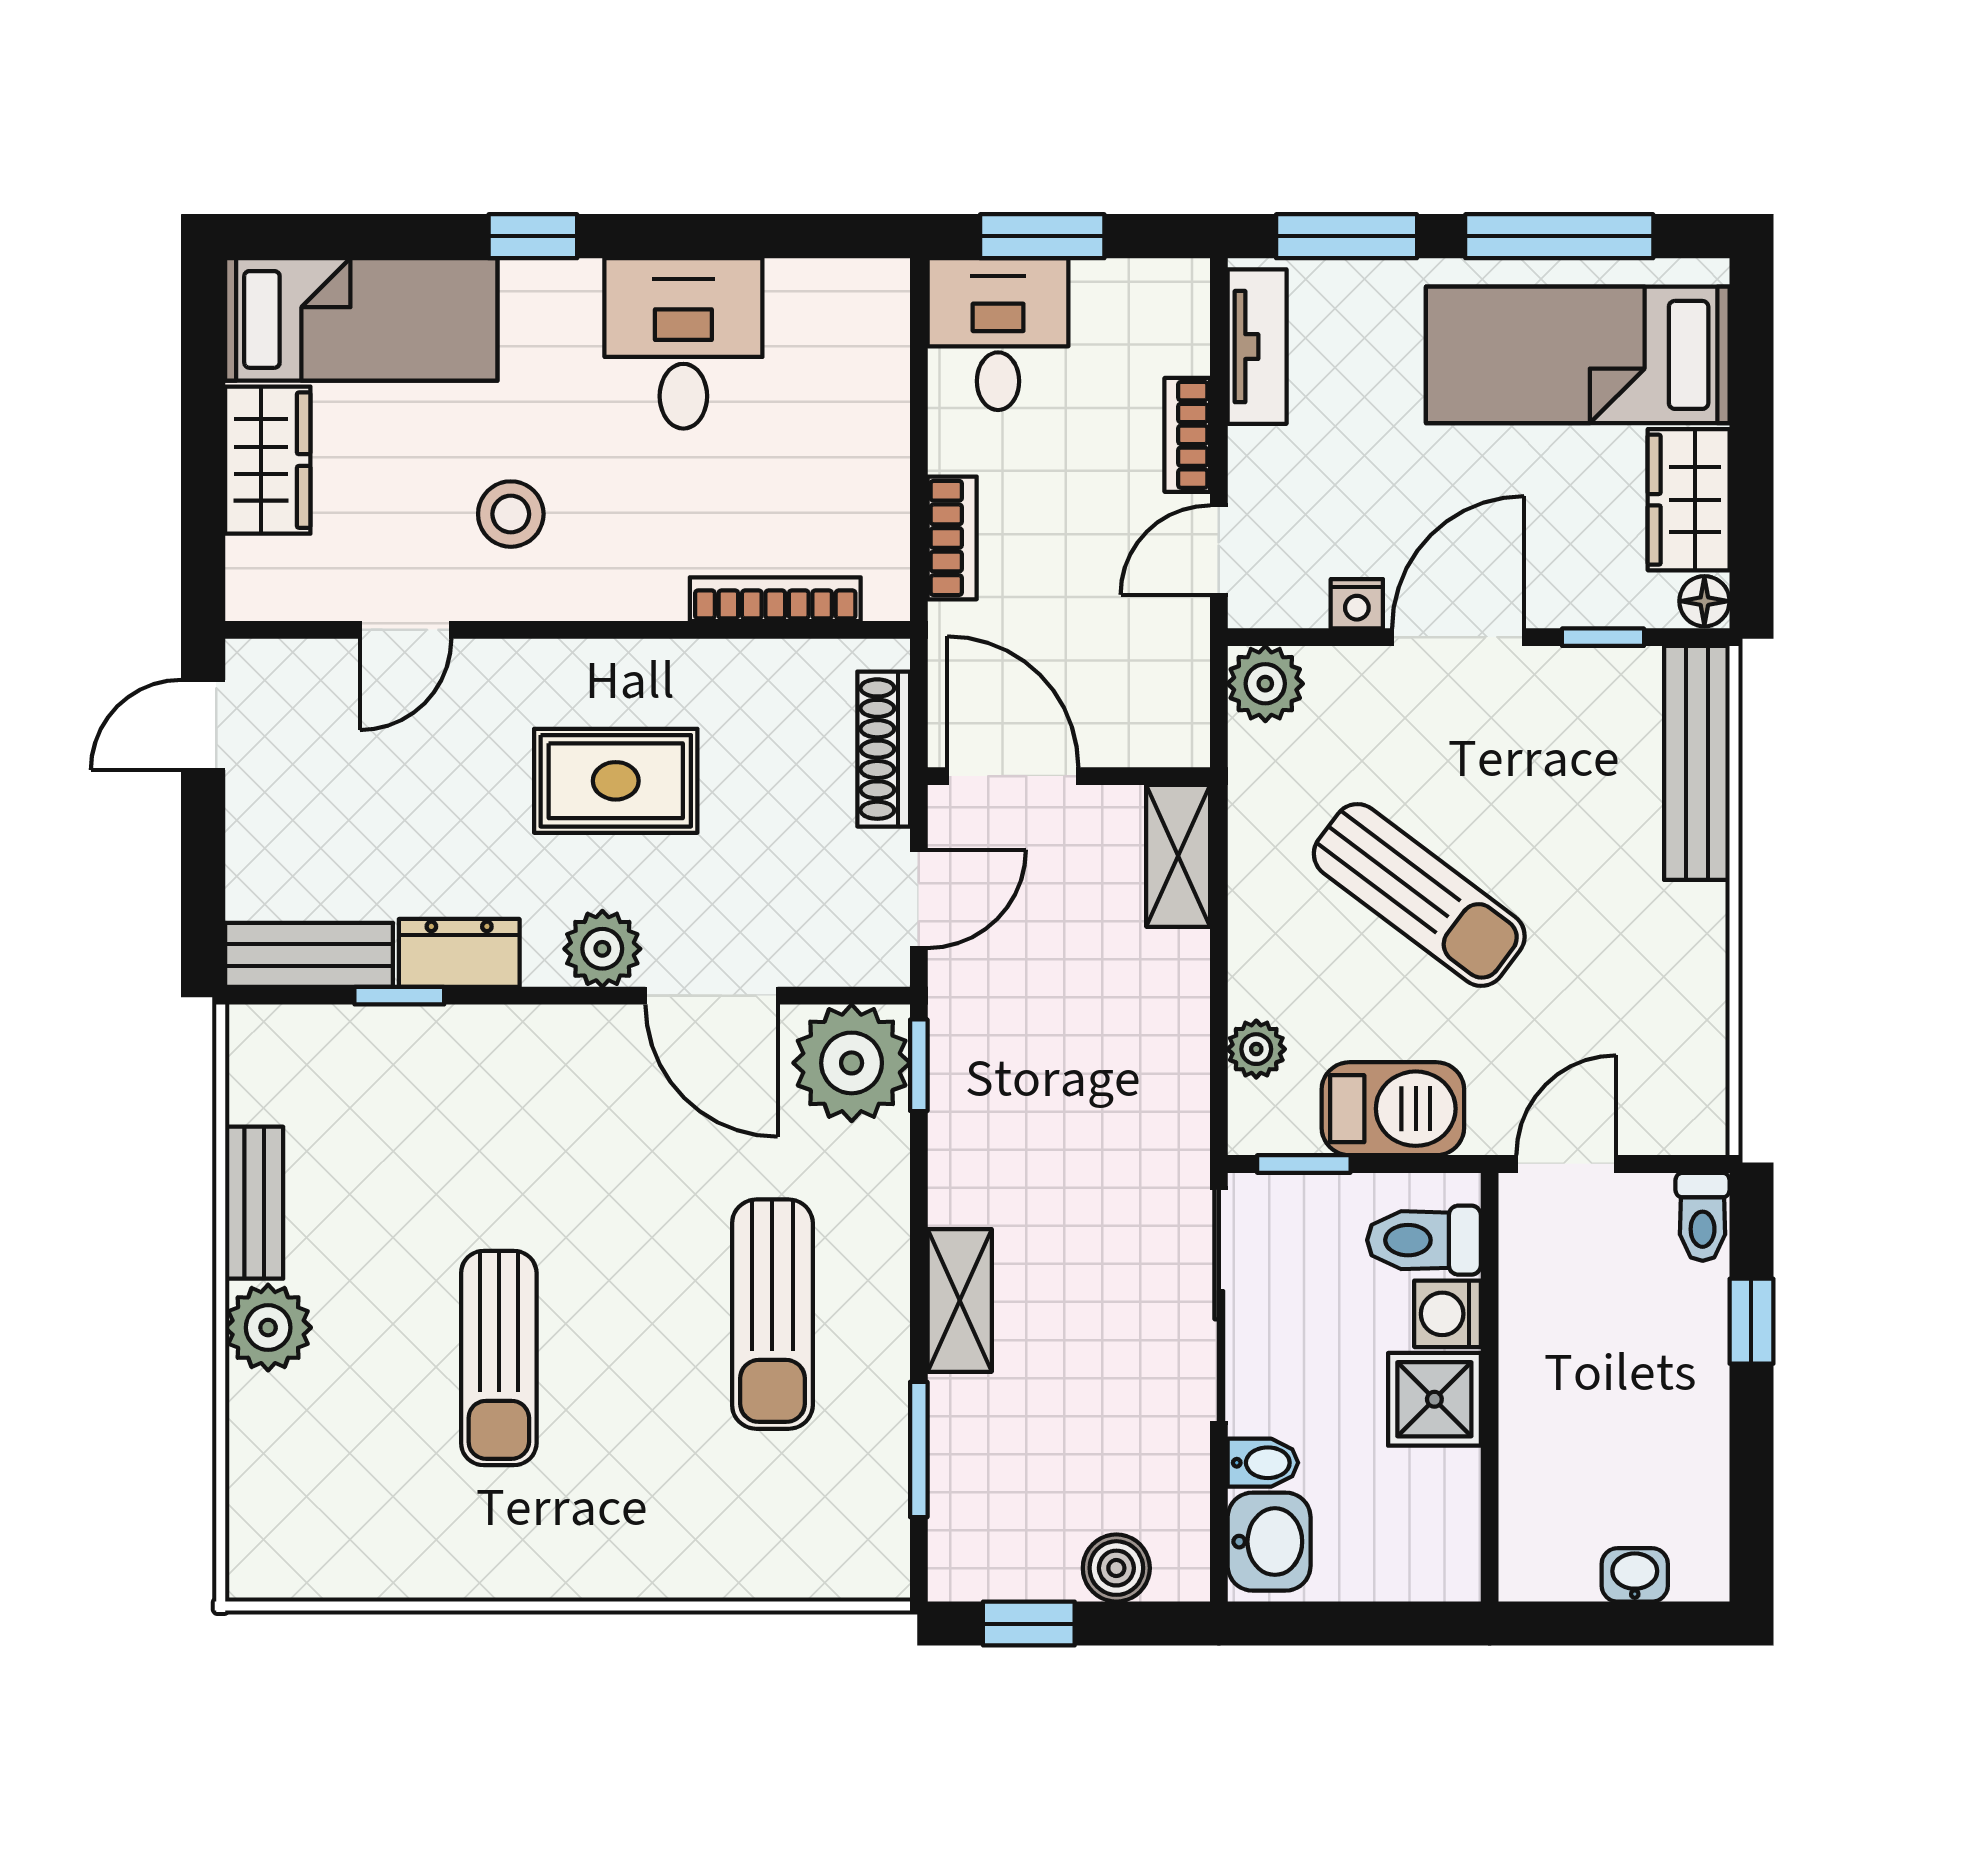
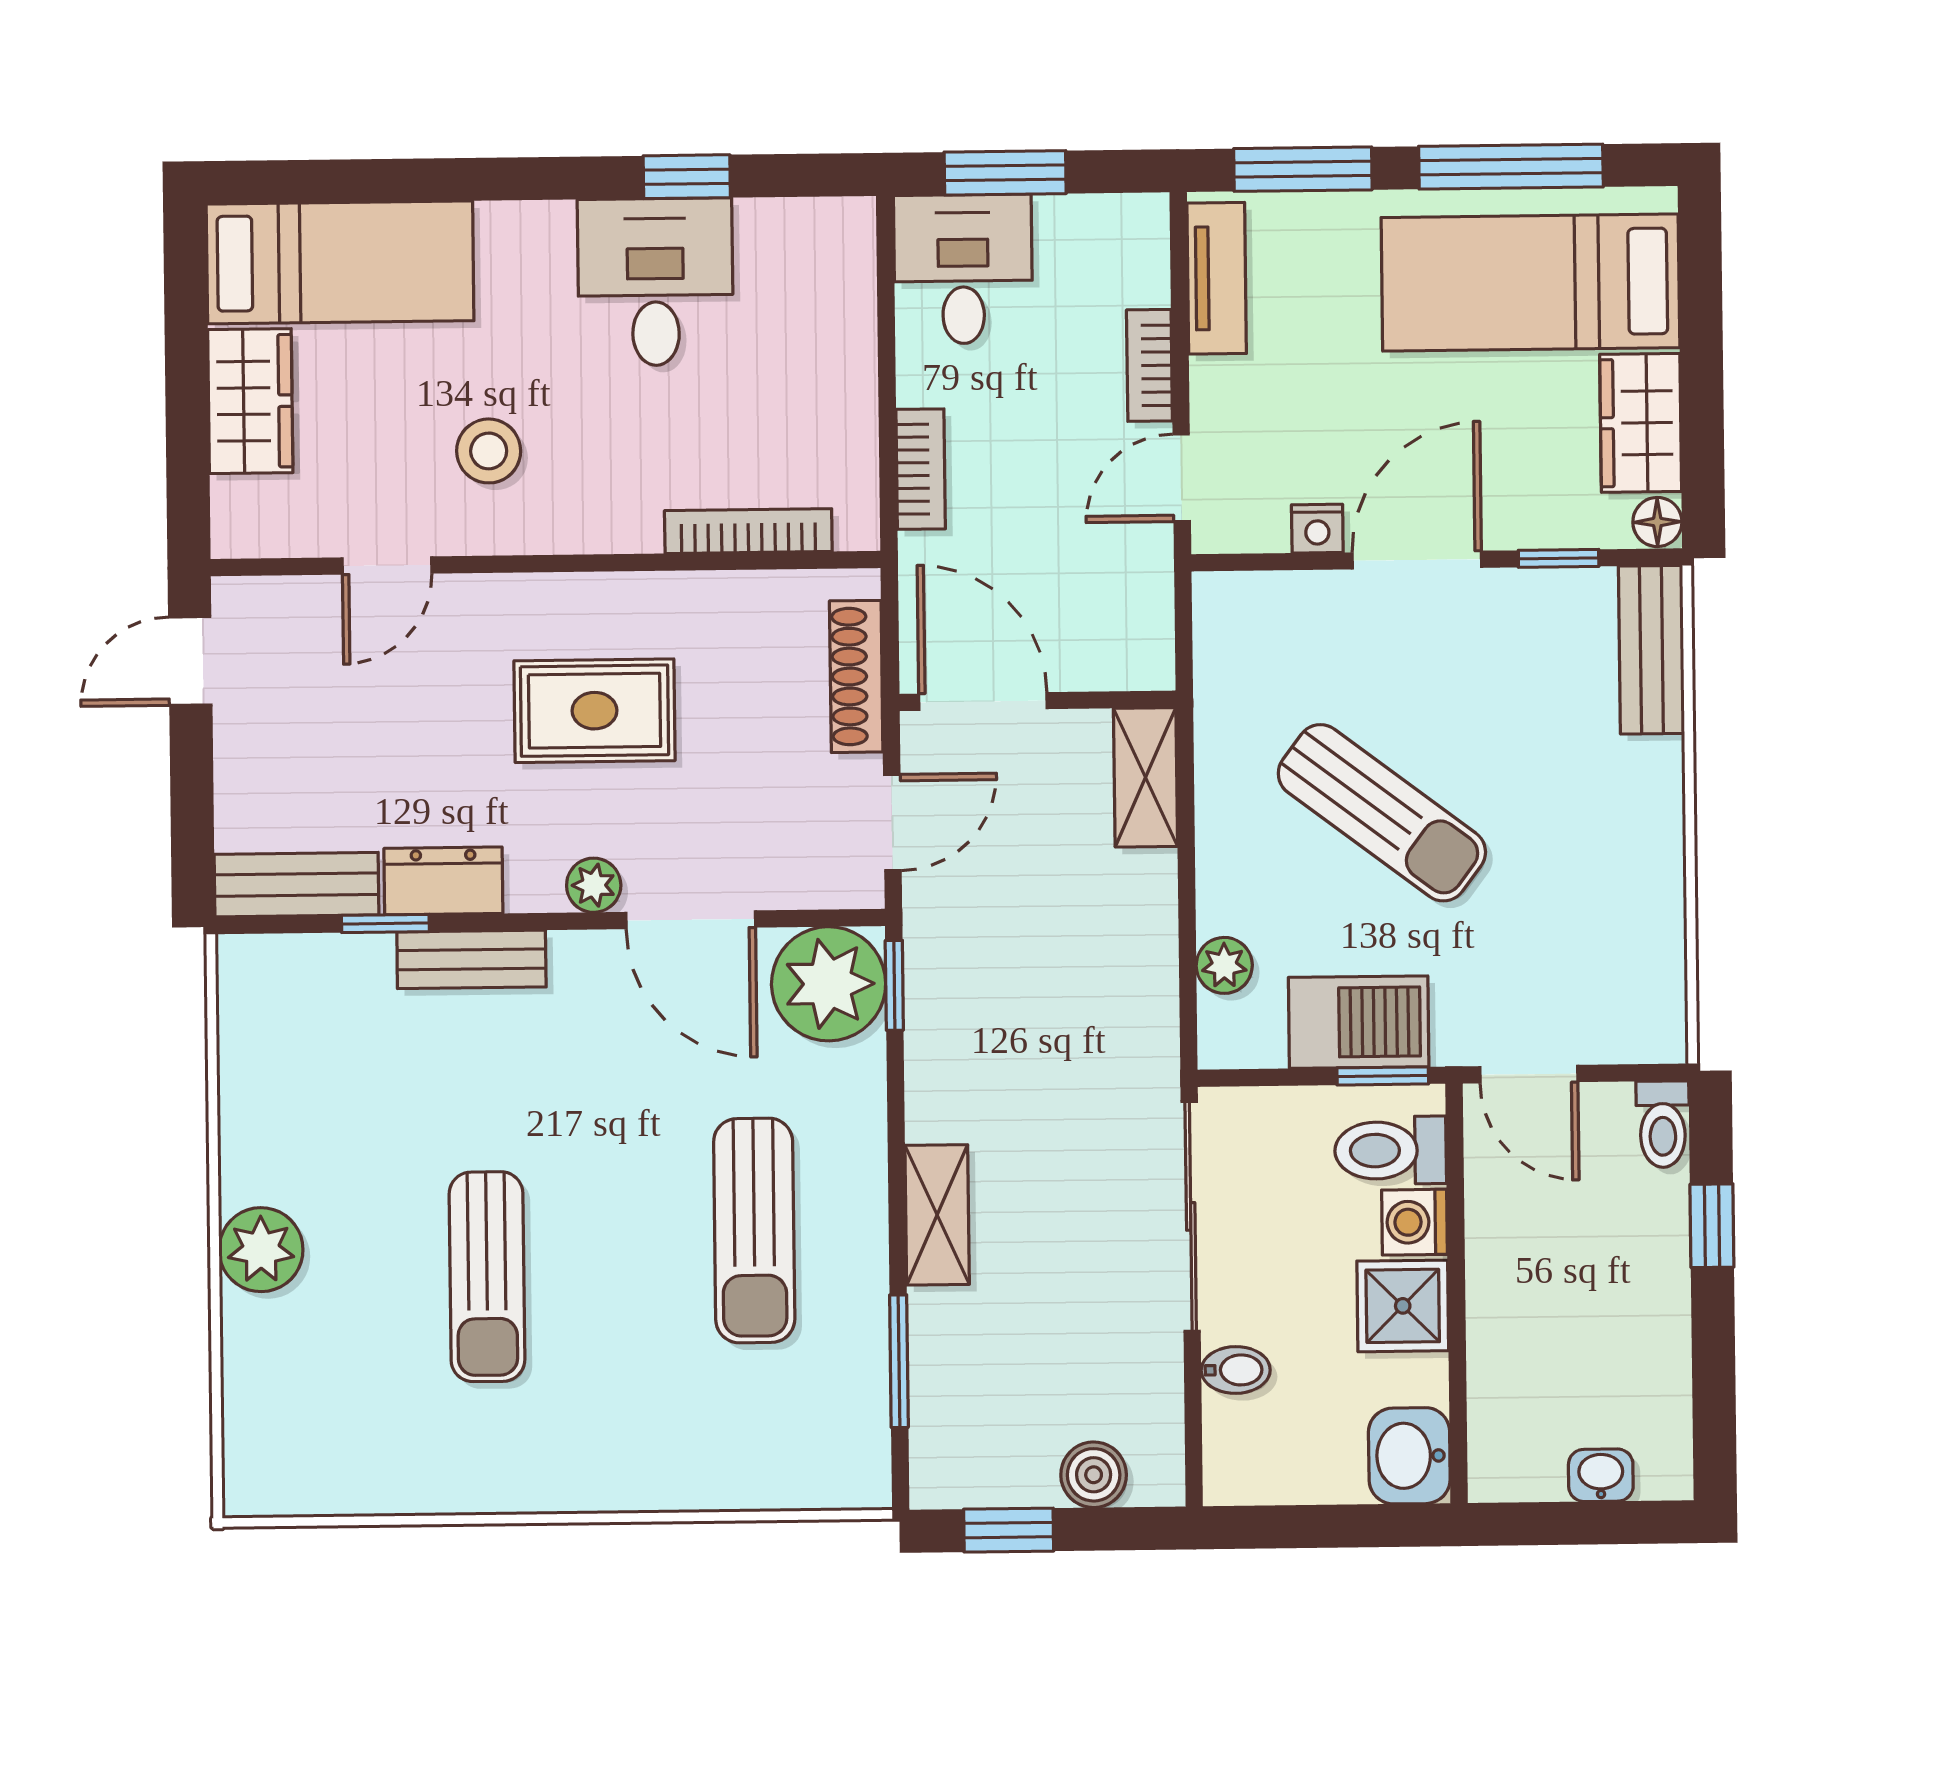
window: (533, 236) -> (687, 177), moved
plant: (1265, 684) -> (1229, 608), removed
bench: (1697, 763) -> (1651, 650), width x0.73
plant: (602, 949) -> (594, 885), width x0.73, depth x0.73
window: (1304, 1164) -> (1383, 1076), moved
door: (1566, 1164) -> (1529, 1074), swing flipped
bench: (254, 1203) -> (471, 959), moved, turned 90
washbasin: (1269, 1542) -> (1409, 1456), moved, turned 180

